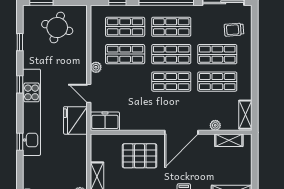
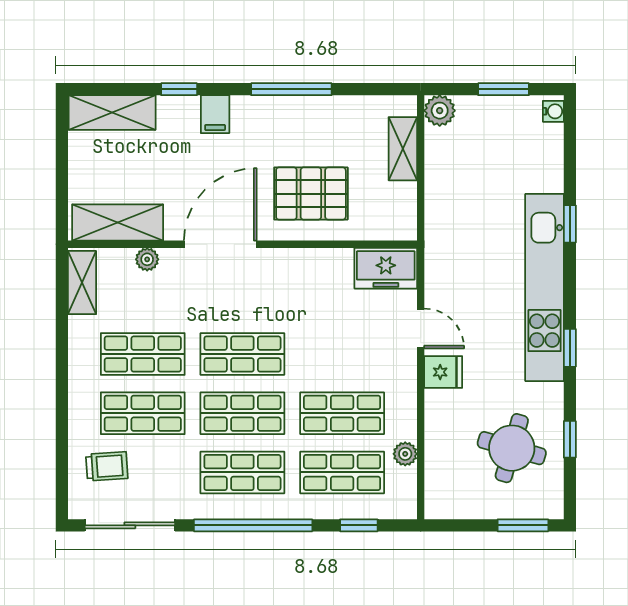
round table: (57, 28) -> (512, 448), moved
plant: (96, 67) -> (405, 454), moved
fridge: (75, 120) -> (443, 372), moved, width x0.53, depth x0.75
shelving: (229, 140) -> (118, 223), width x1.50, depth x1.33

